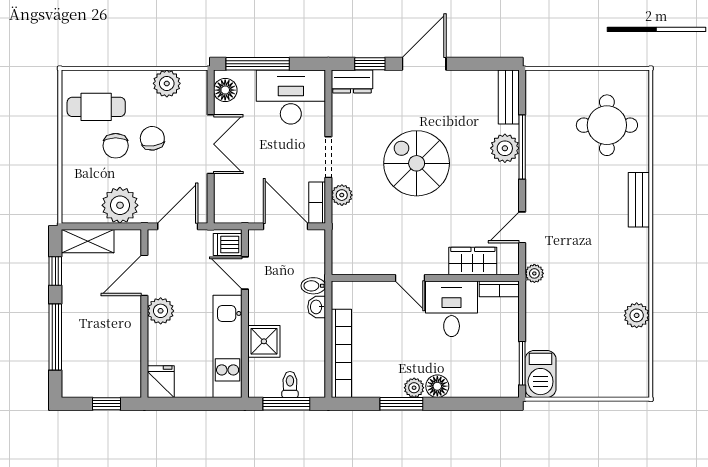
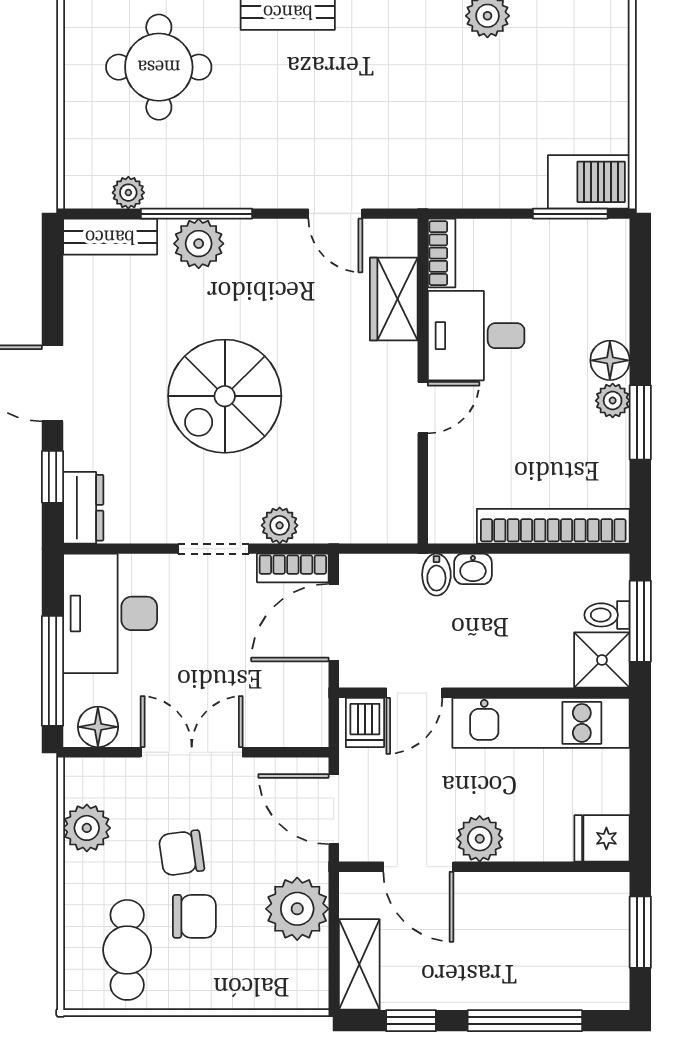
plant: (534, 273) -> (128, 193), moved
shower: (264, 341) -> (602, 660), moved
window: (106, 404) -> (640, 932), width x1.50

